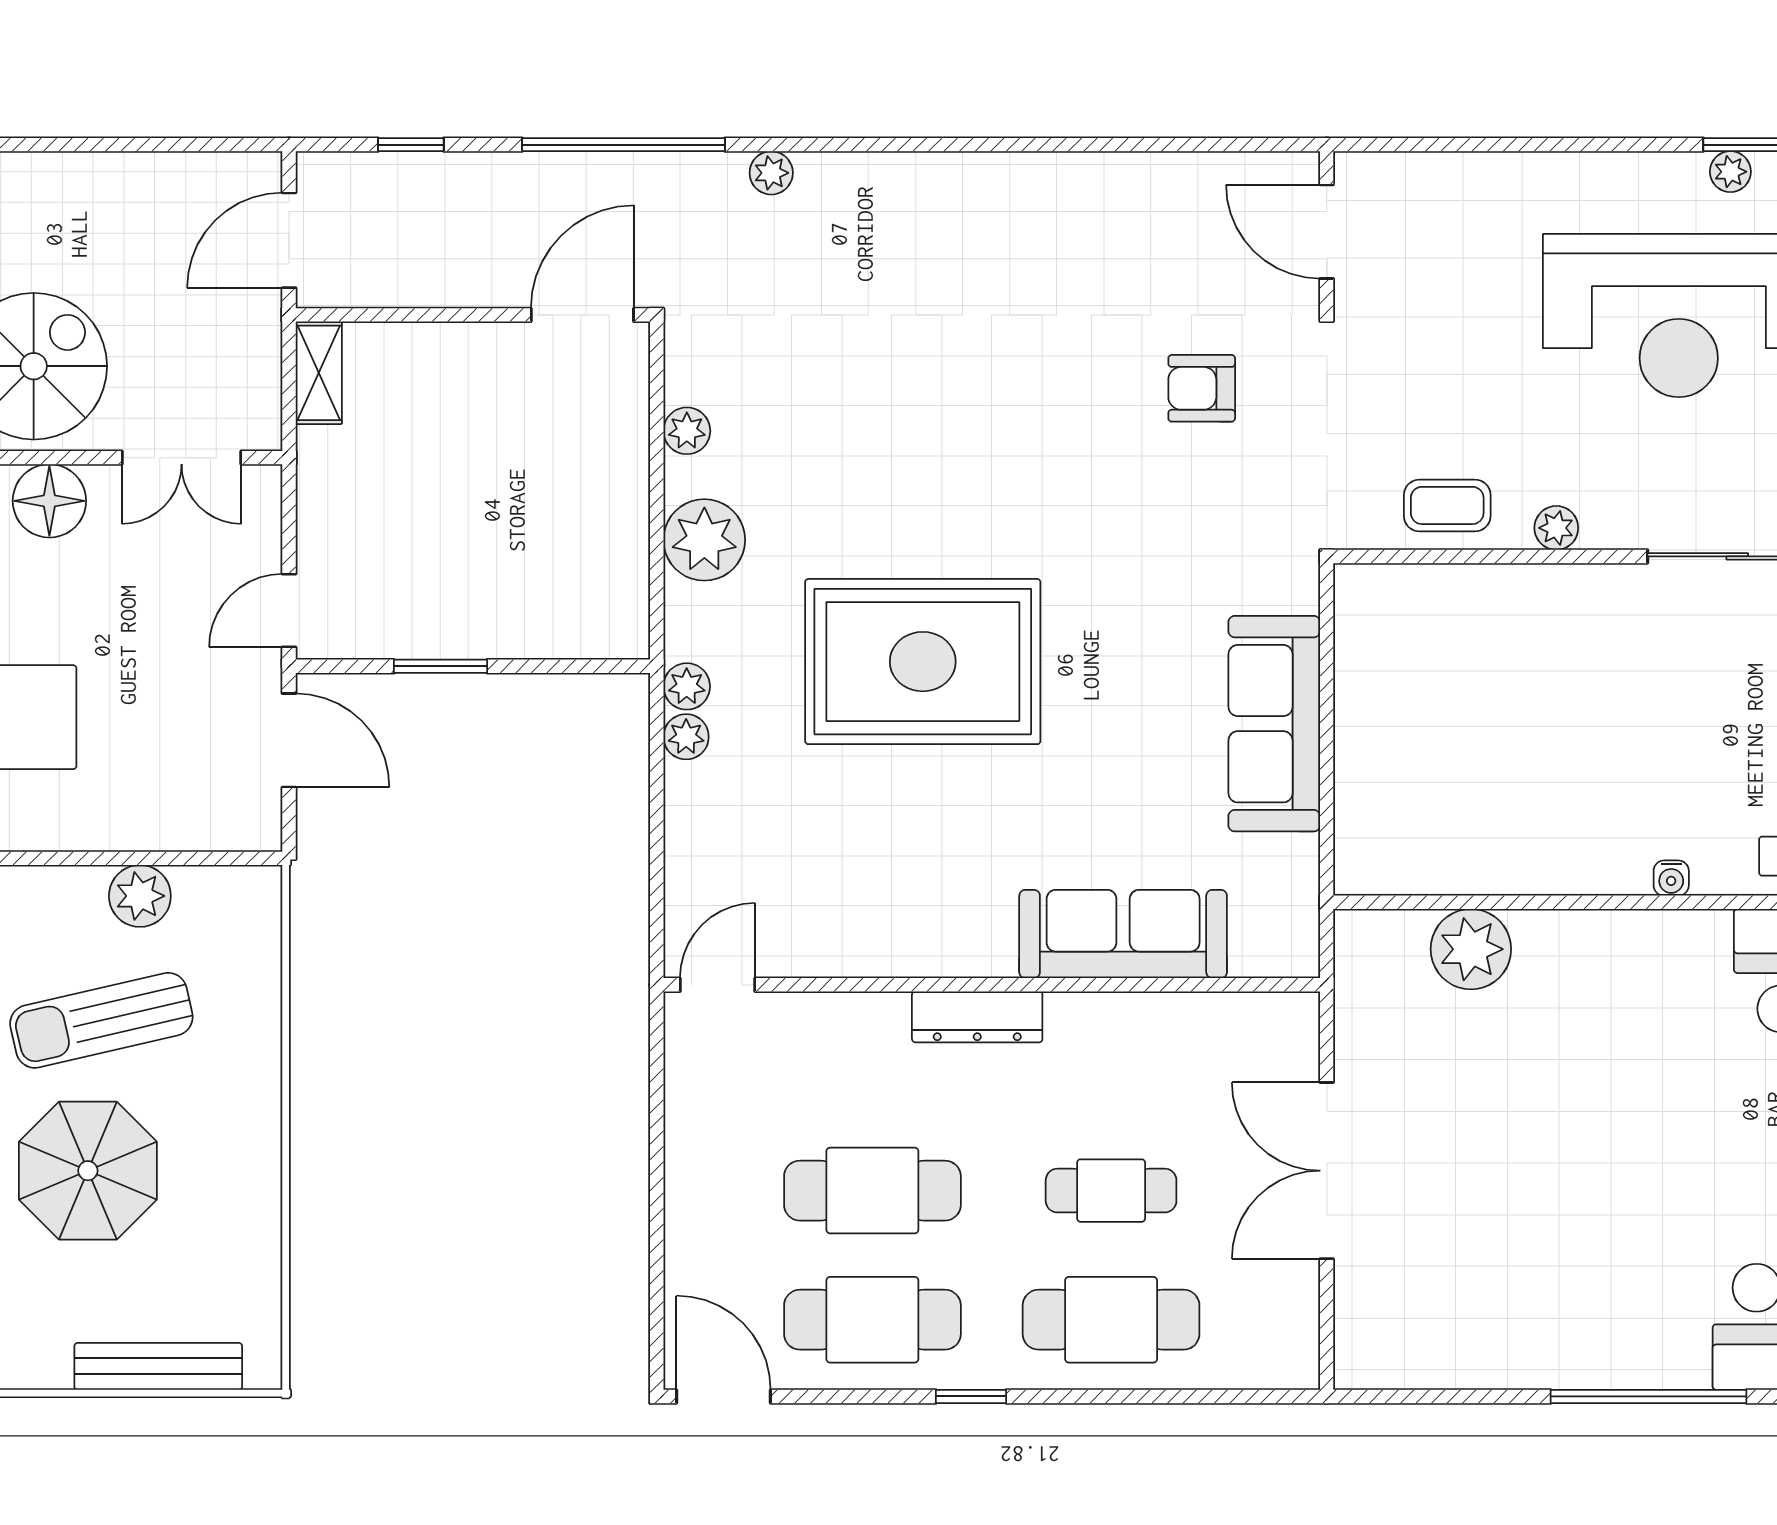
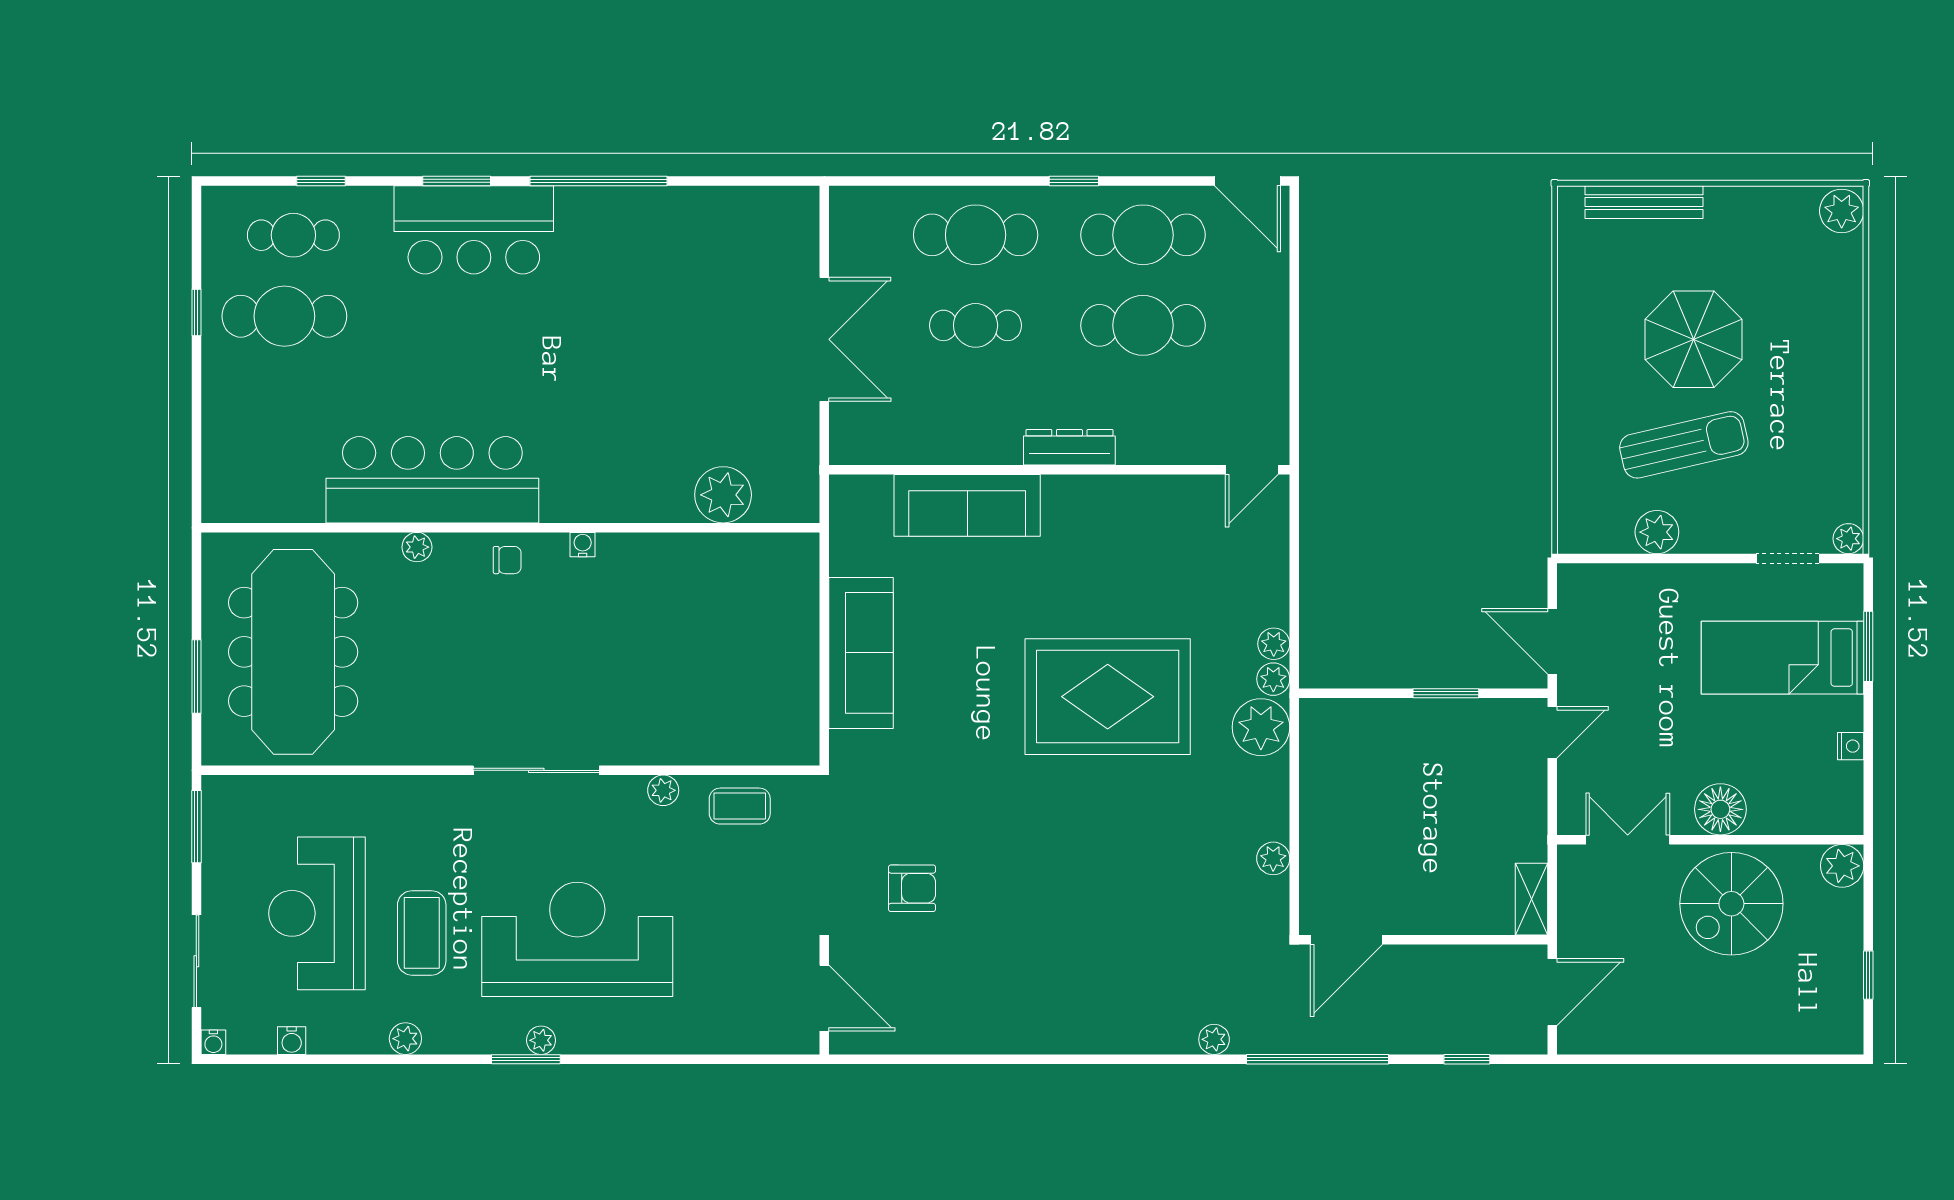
plant: (704, 540) -> (1261, 727), moved

